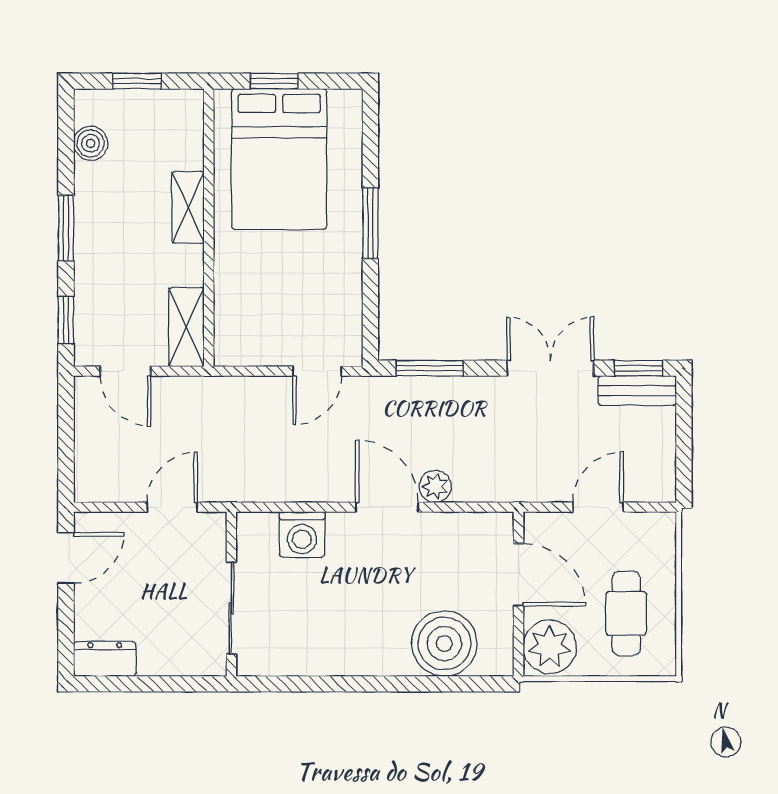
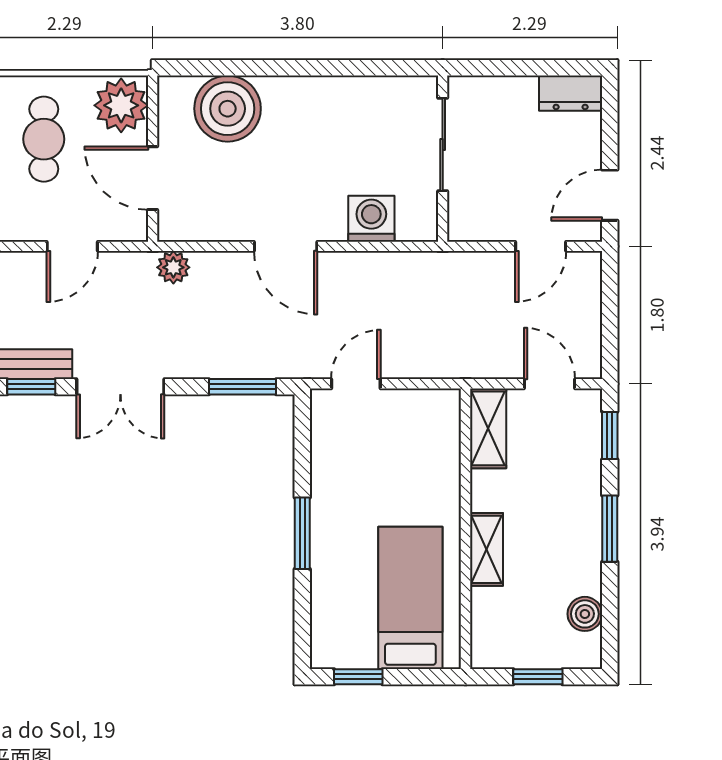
window: (274, 81) -> (358, 677), moved
bed: (279, 159) -> (410, 598), width x0.67
plant: (435, 486) -> (173, 267), moved
door: (172, 507) -> (541, 246), moved

